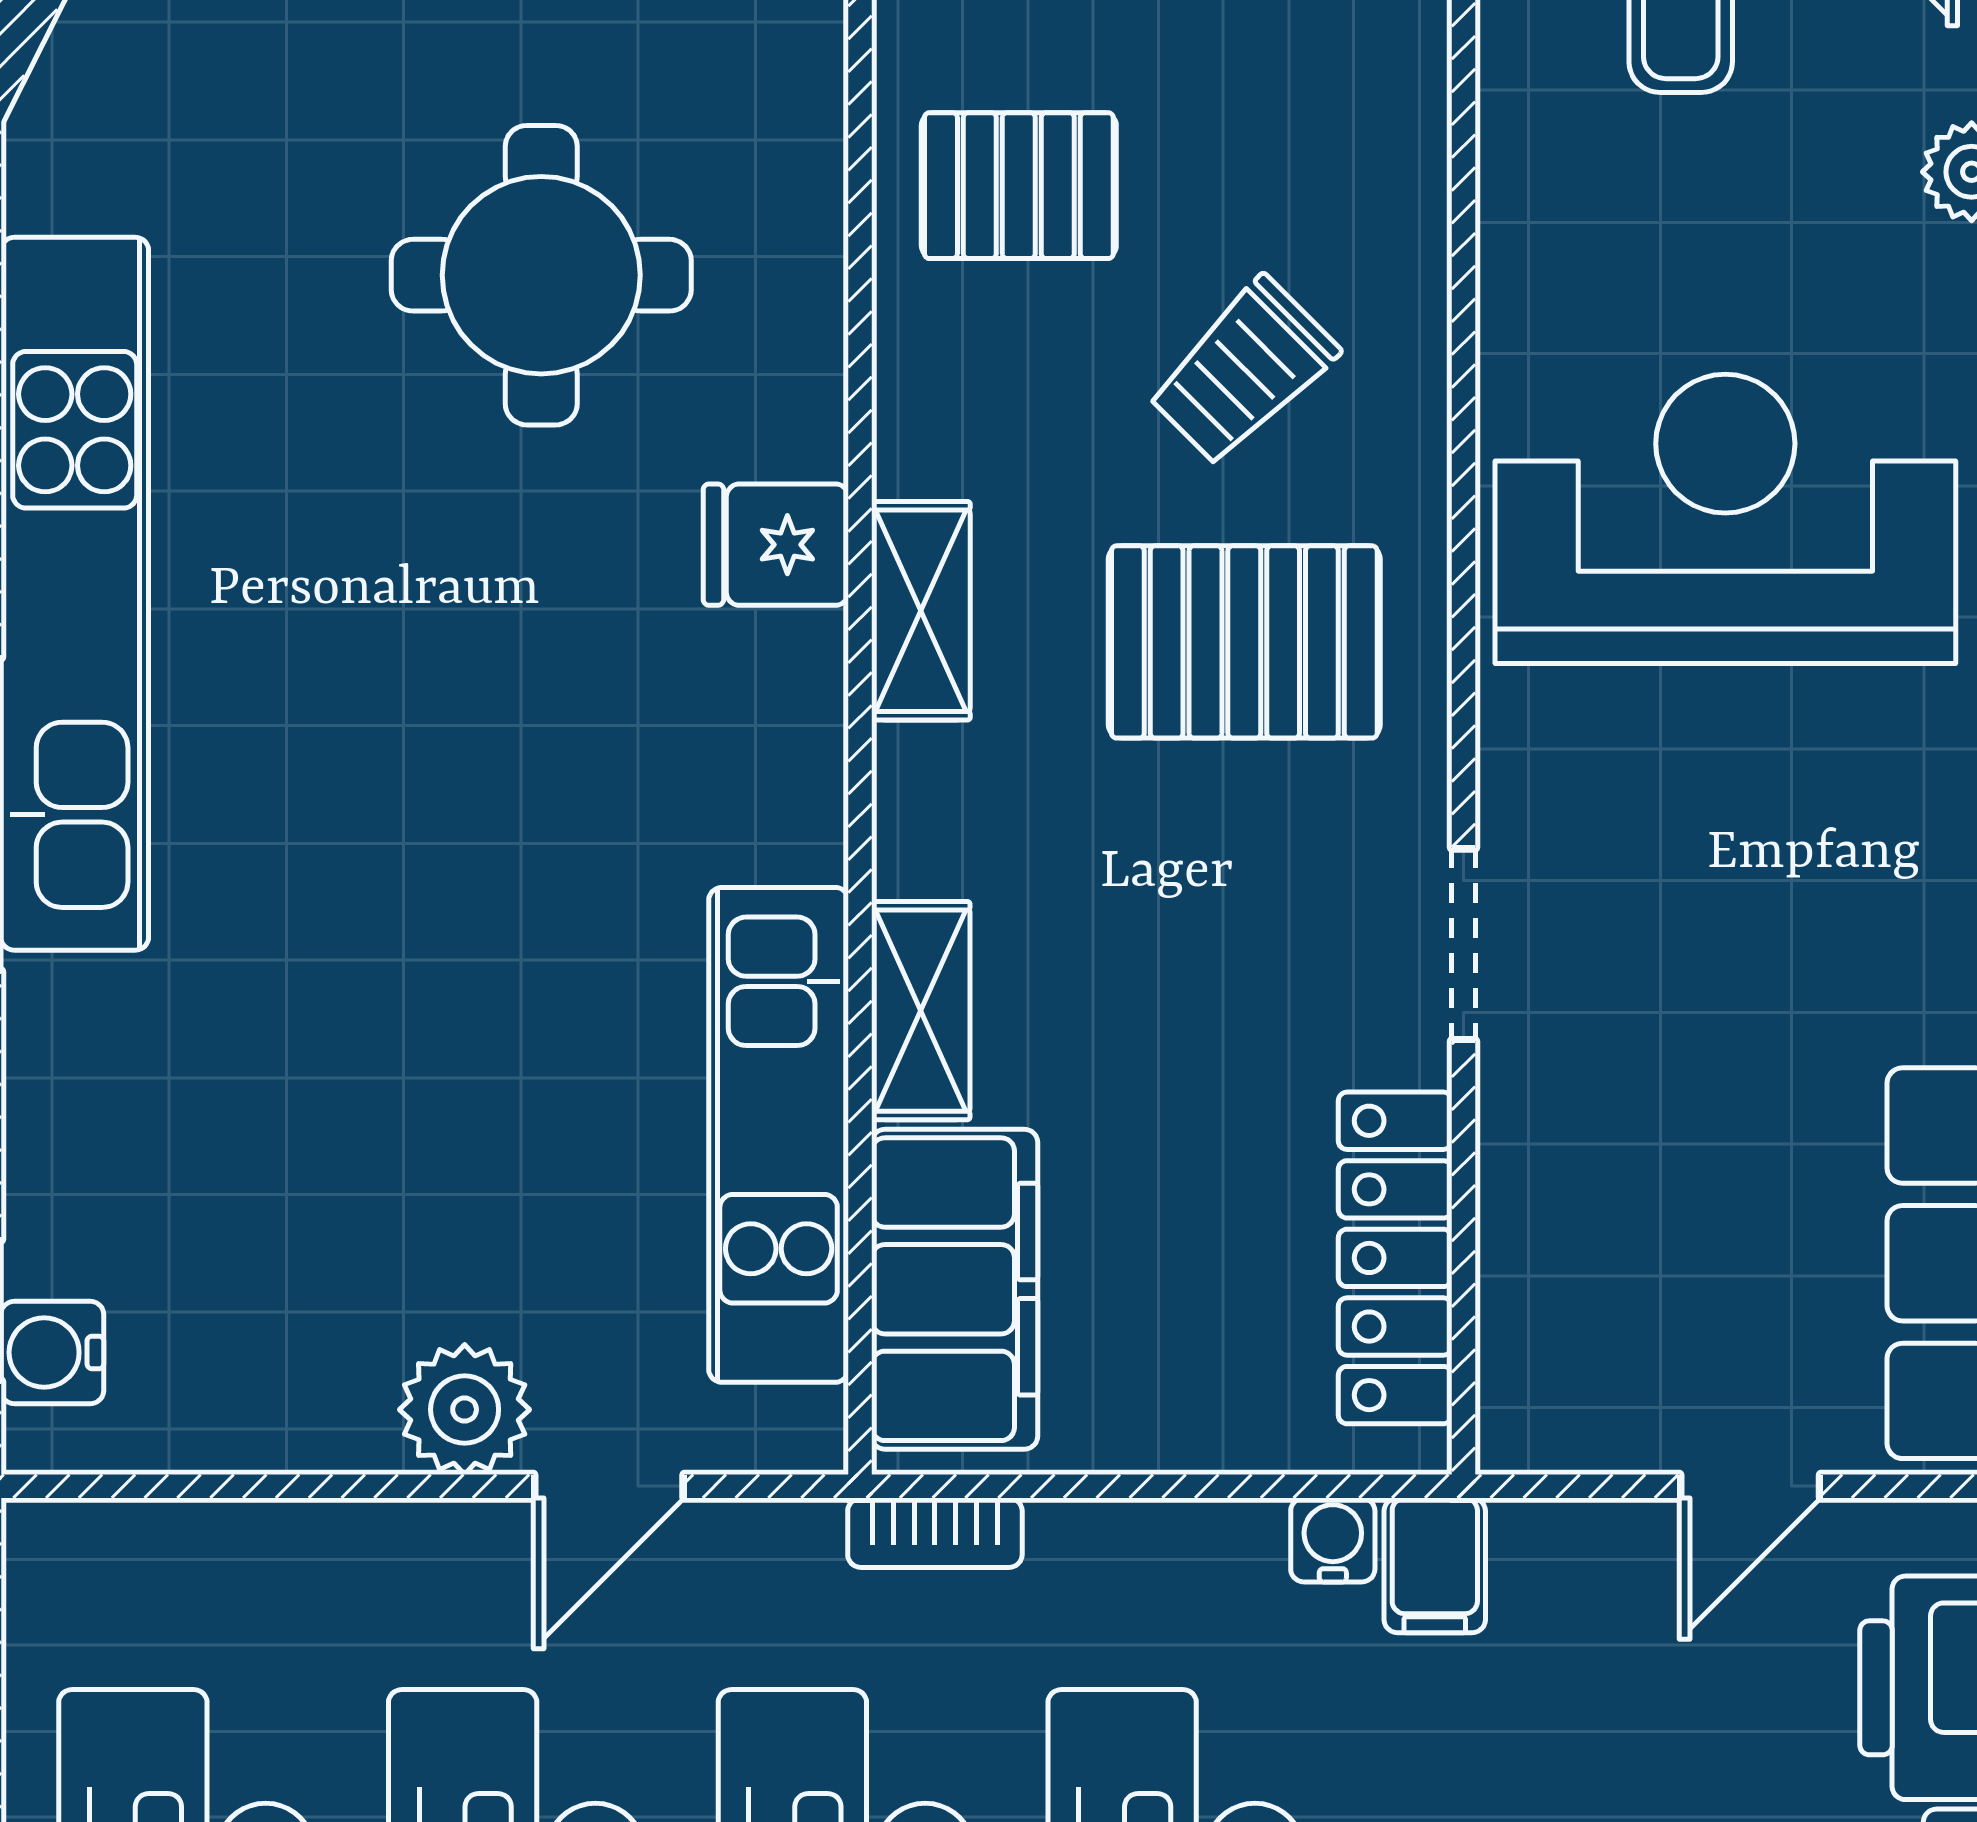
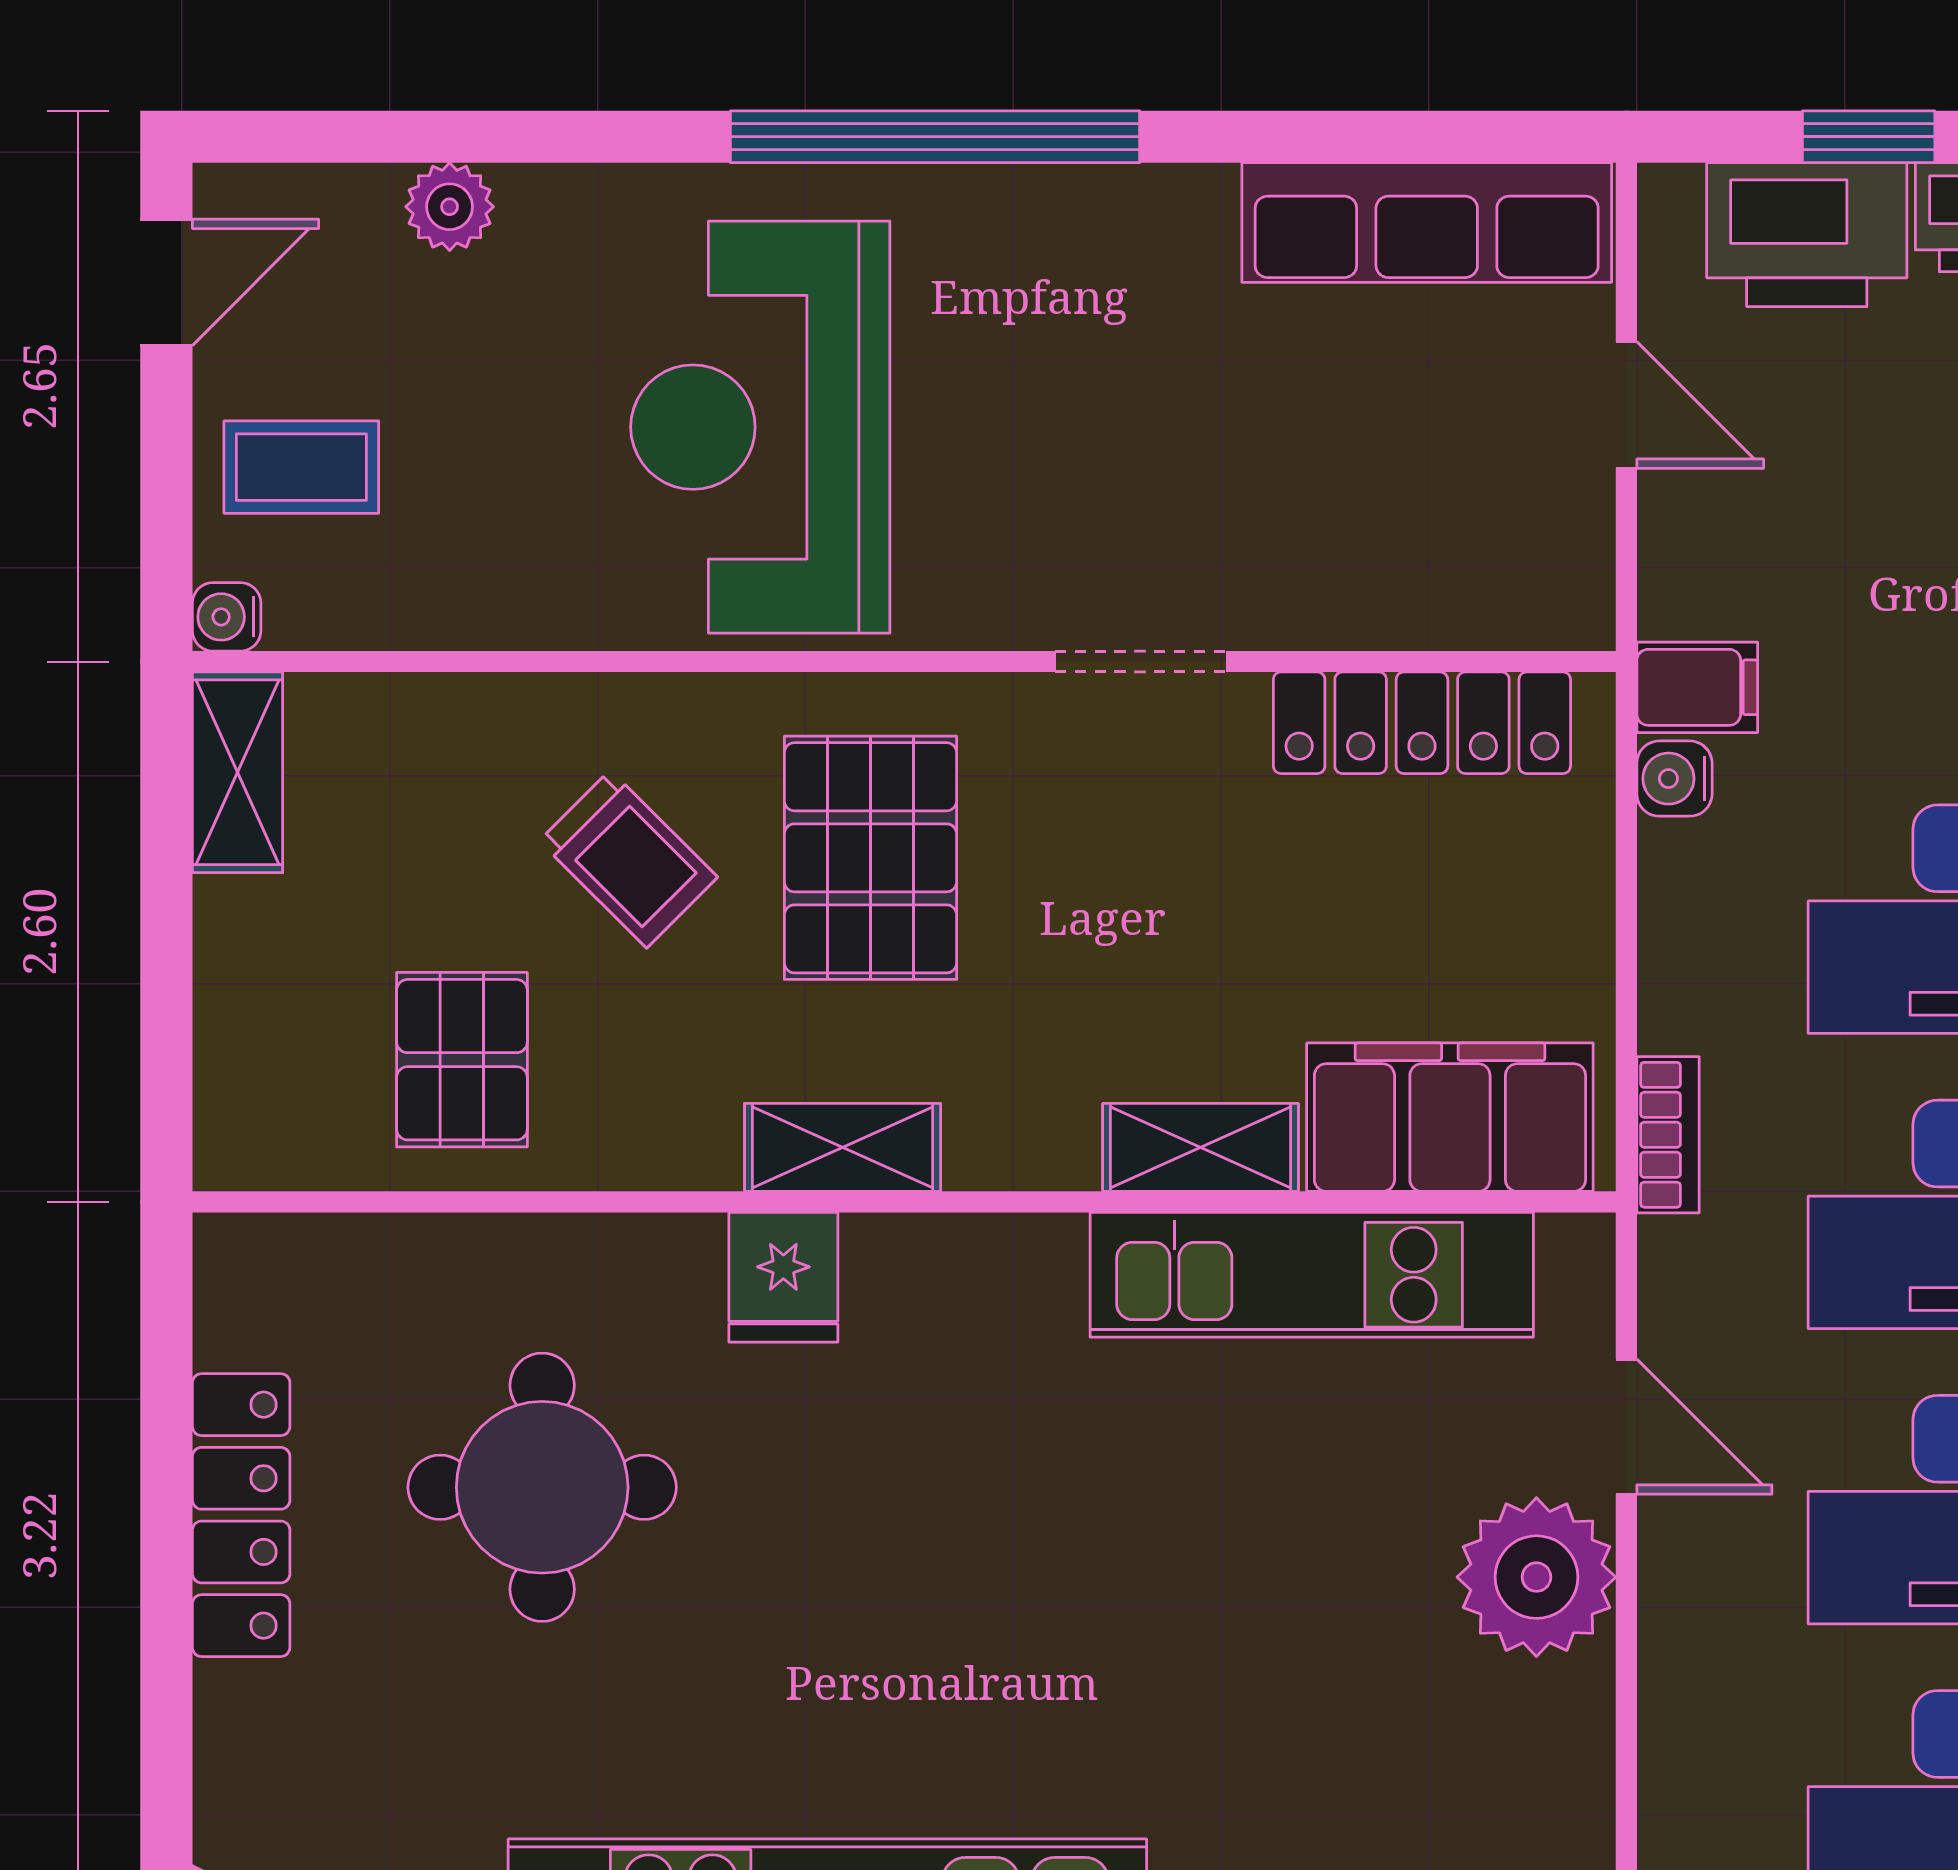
plant: (465, 1410) -> (1536, 1577), width x1.36, depth x1.36

